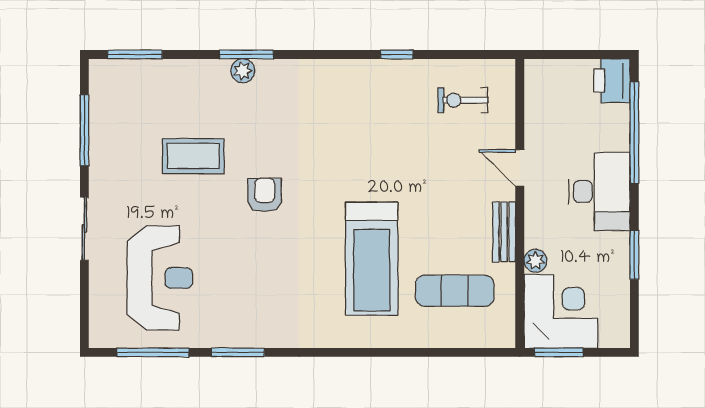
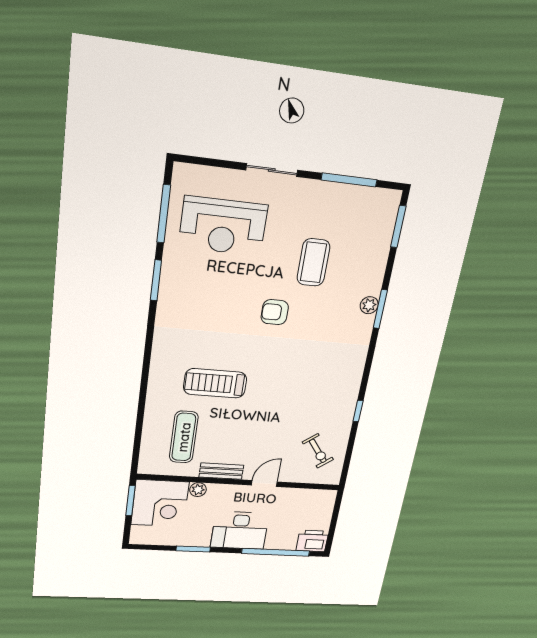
exercise bike: (463, 100) -> (318, 451), turned 143
armchair: (265, 195) -> (275, 312), turned 180
treadmill: (372, 259) -> (215, 383), width x0.73, depth x0.73

